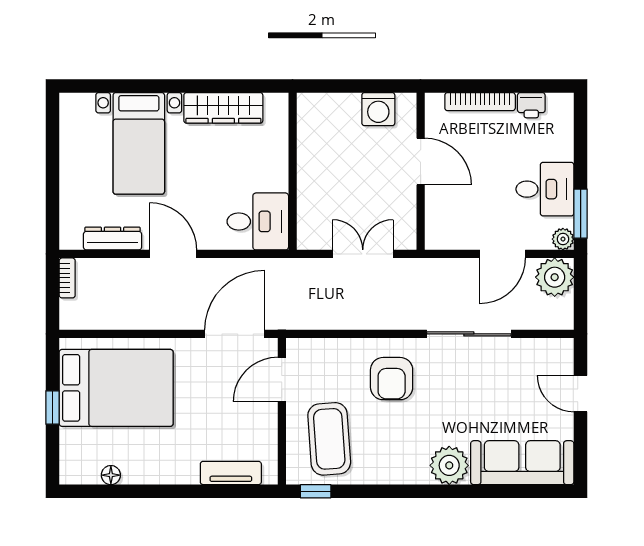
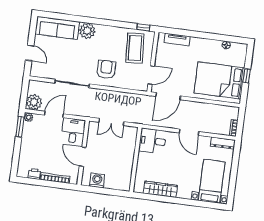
bed with nightstands: (139, 143) -> (212, 181), moved
desk: (545, 189) -> (73, 131), moved, turned 90
dresser: (113, 239) -> (223, 143), moved

